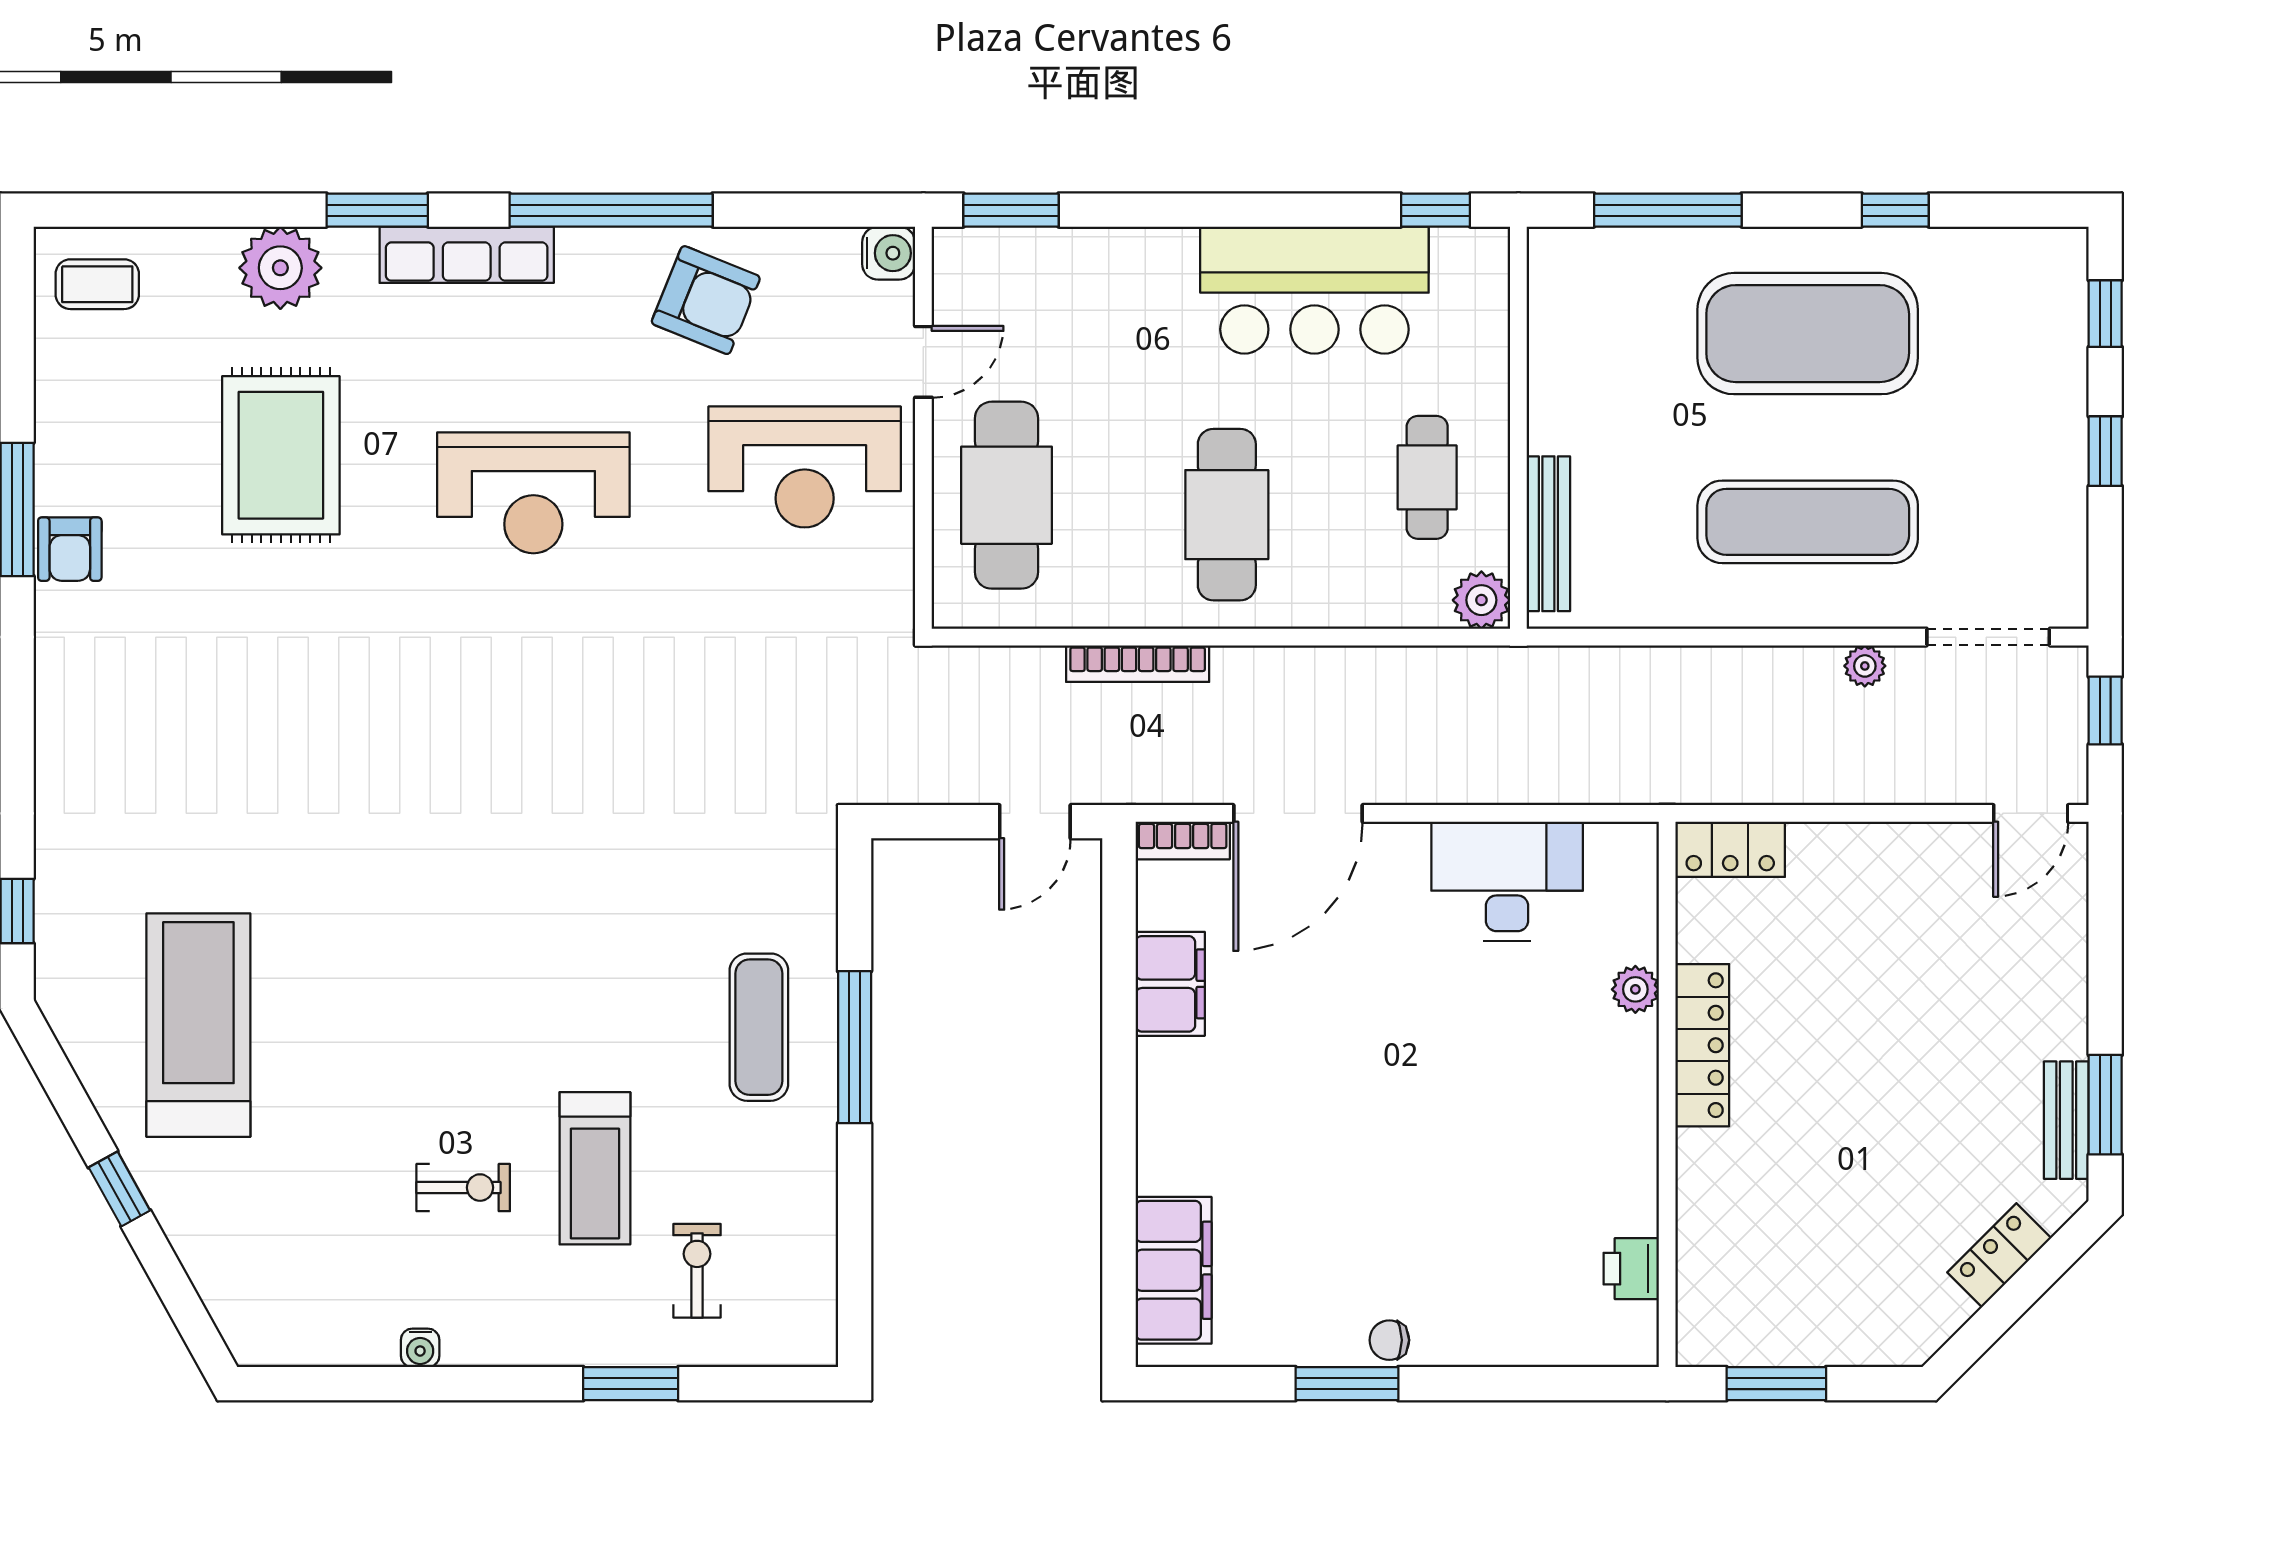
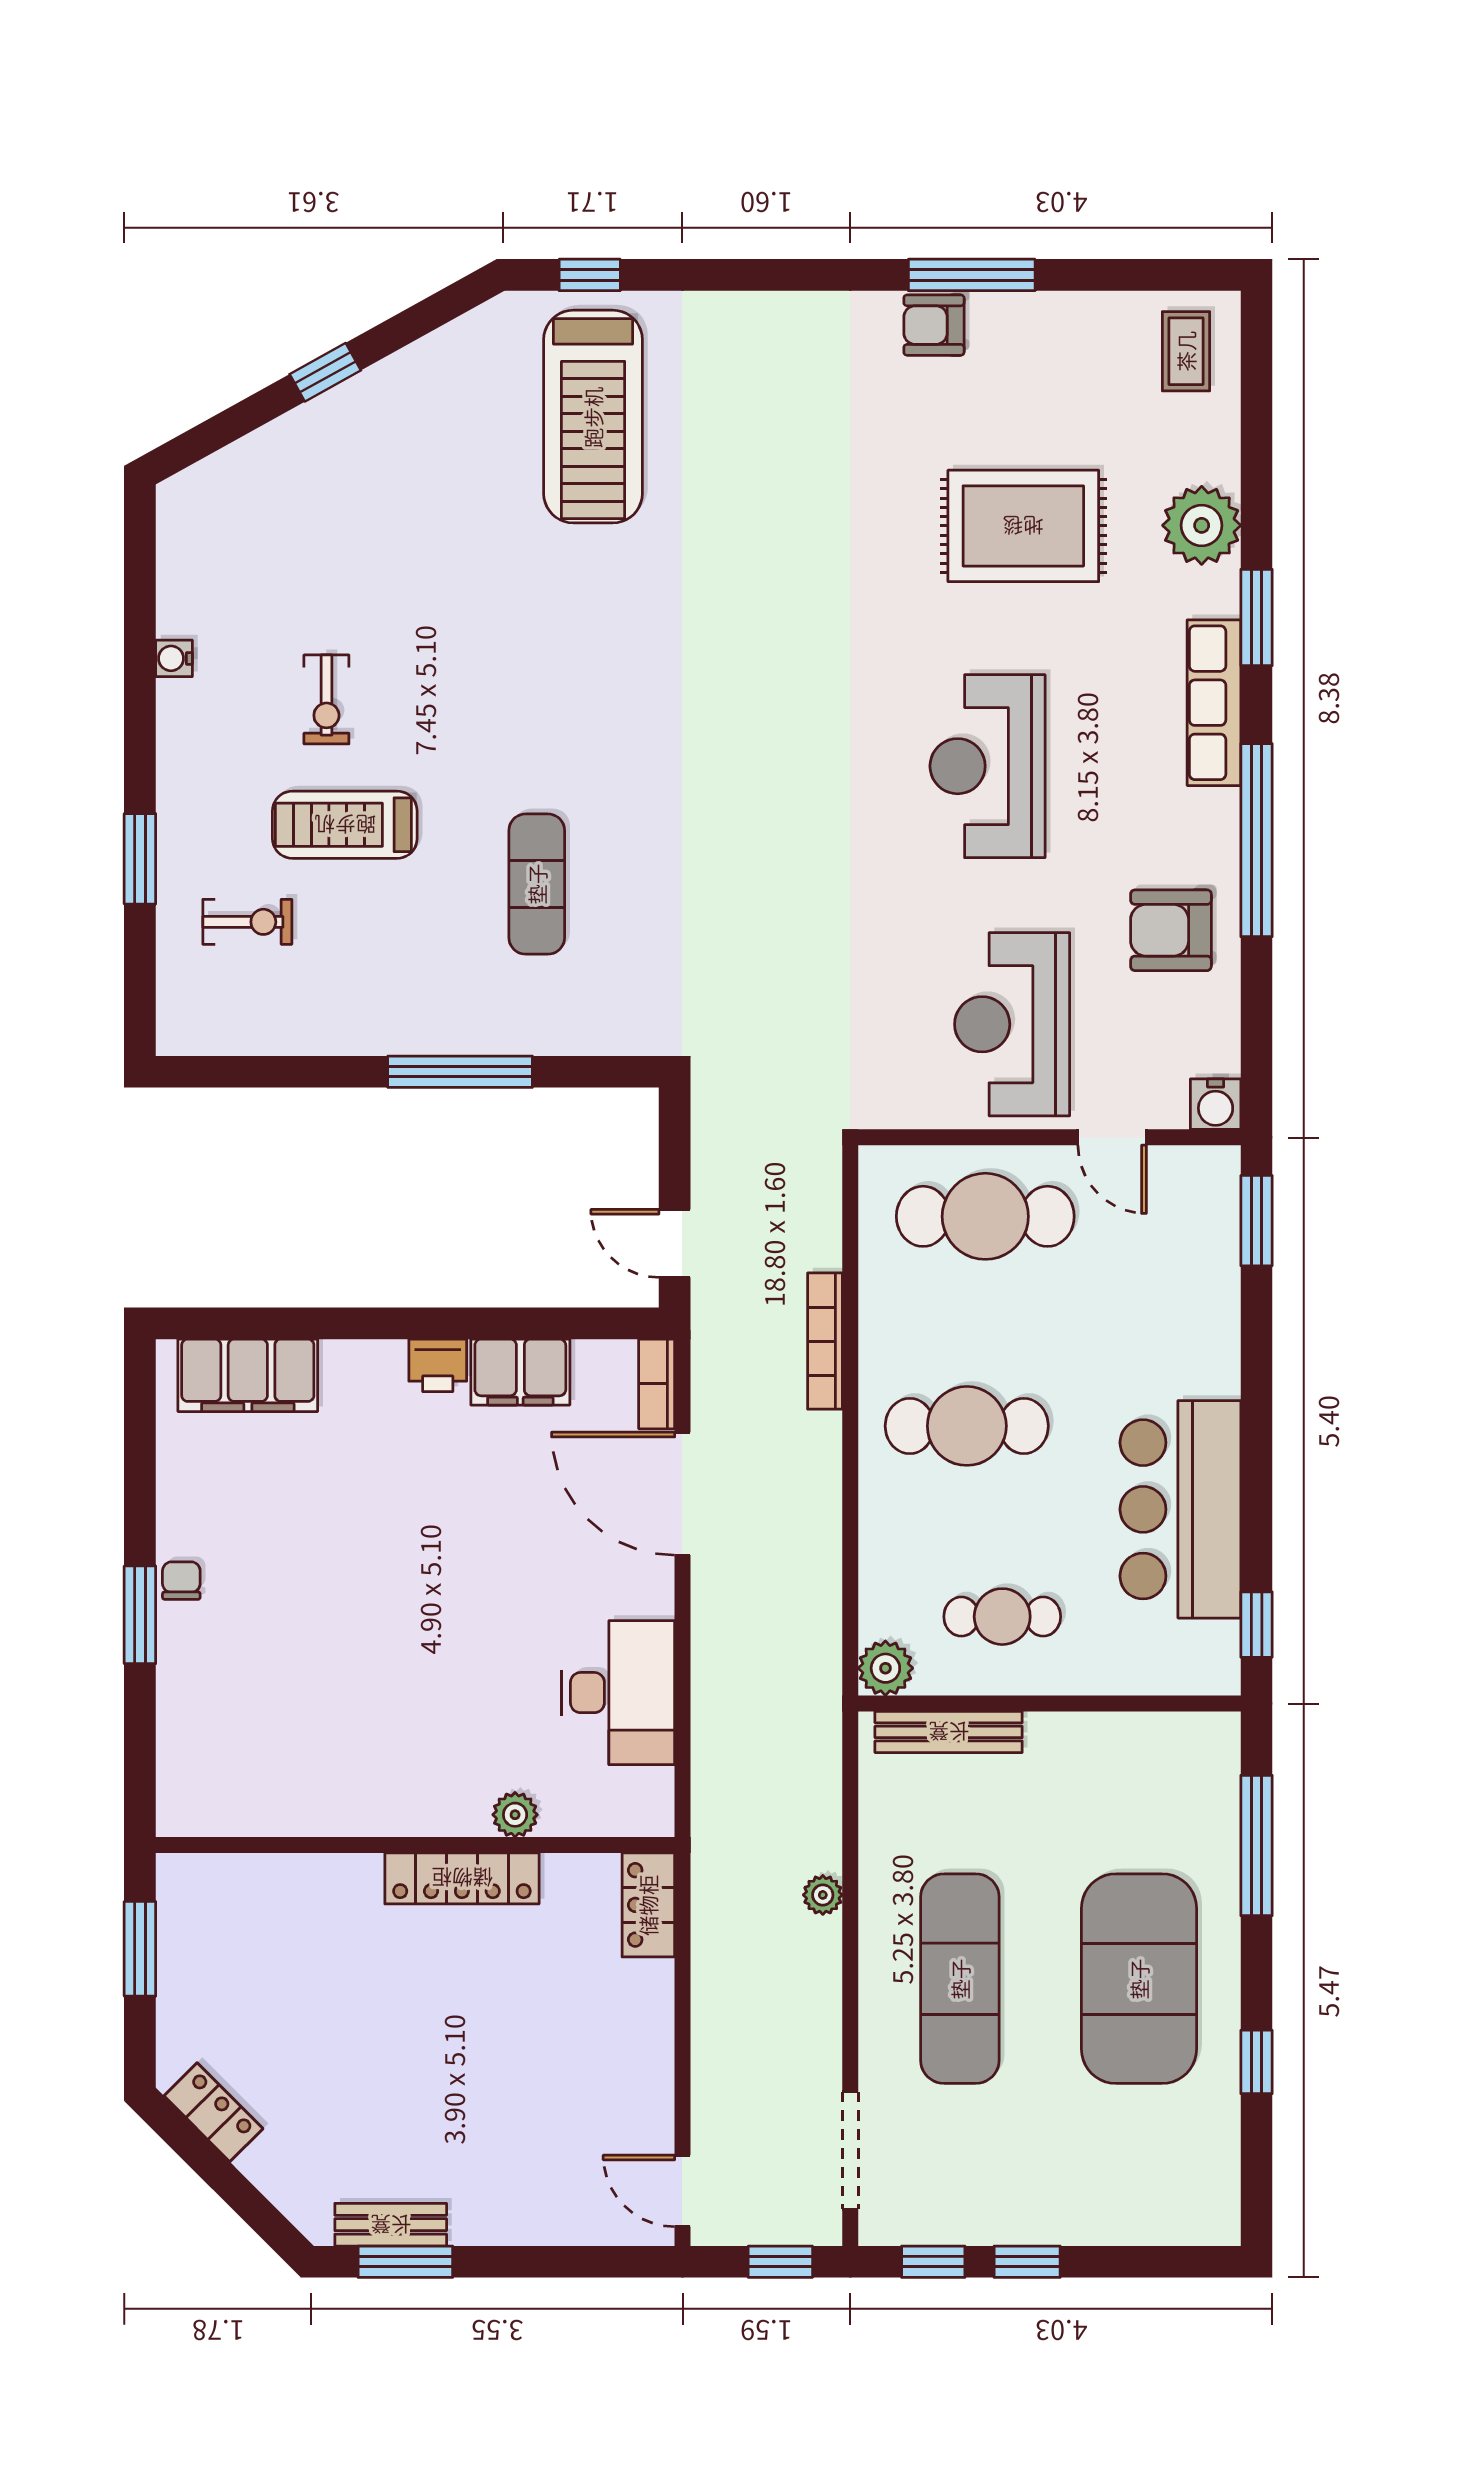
armchair: (706, 300) -> (1171, 930), turned 68
window: (2105, 314) -> (933, 2262), moved
plant: (1865, 666) -> (823, 1895), moved
treadmill: (198, 1025) -> (593, 417), moved, turned 90
exercise mat: (759, 1027) -> (537, 884), moved, turned 90
locker: (1999, 1255) -> (213, 2112), moved
printer: (1631, 1269) -> (438, 1365), moved, turned 180
window: (1347, 1384) -> (140, 1615), moved

